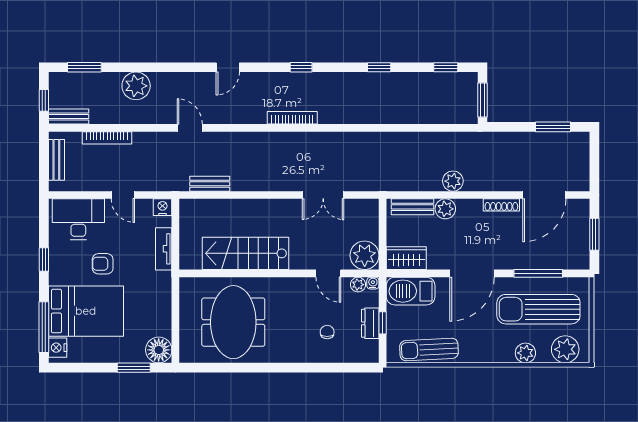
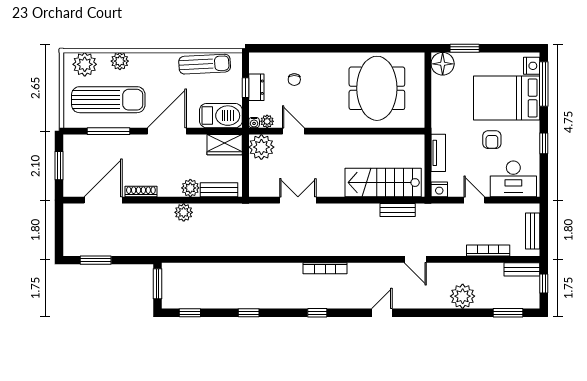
stairs: (245, 253) -> (383, 183), moved, turned 180
armchair: (103, 264) -> (492, 140), turned 90

